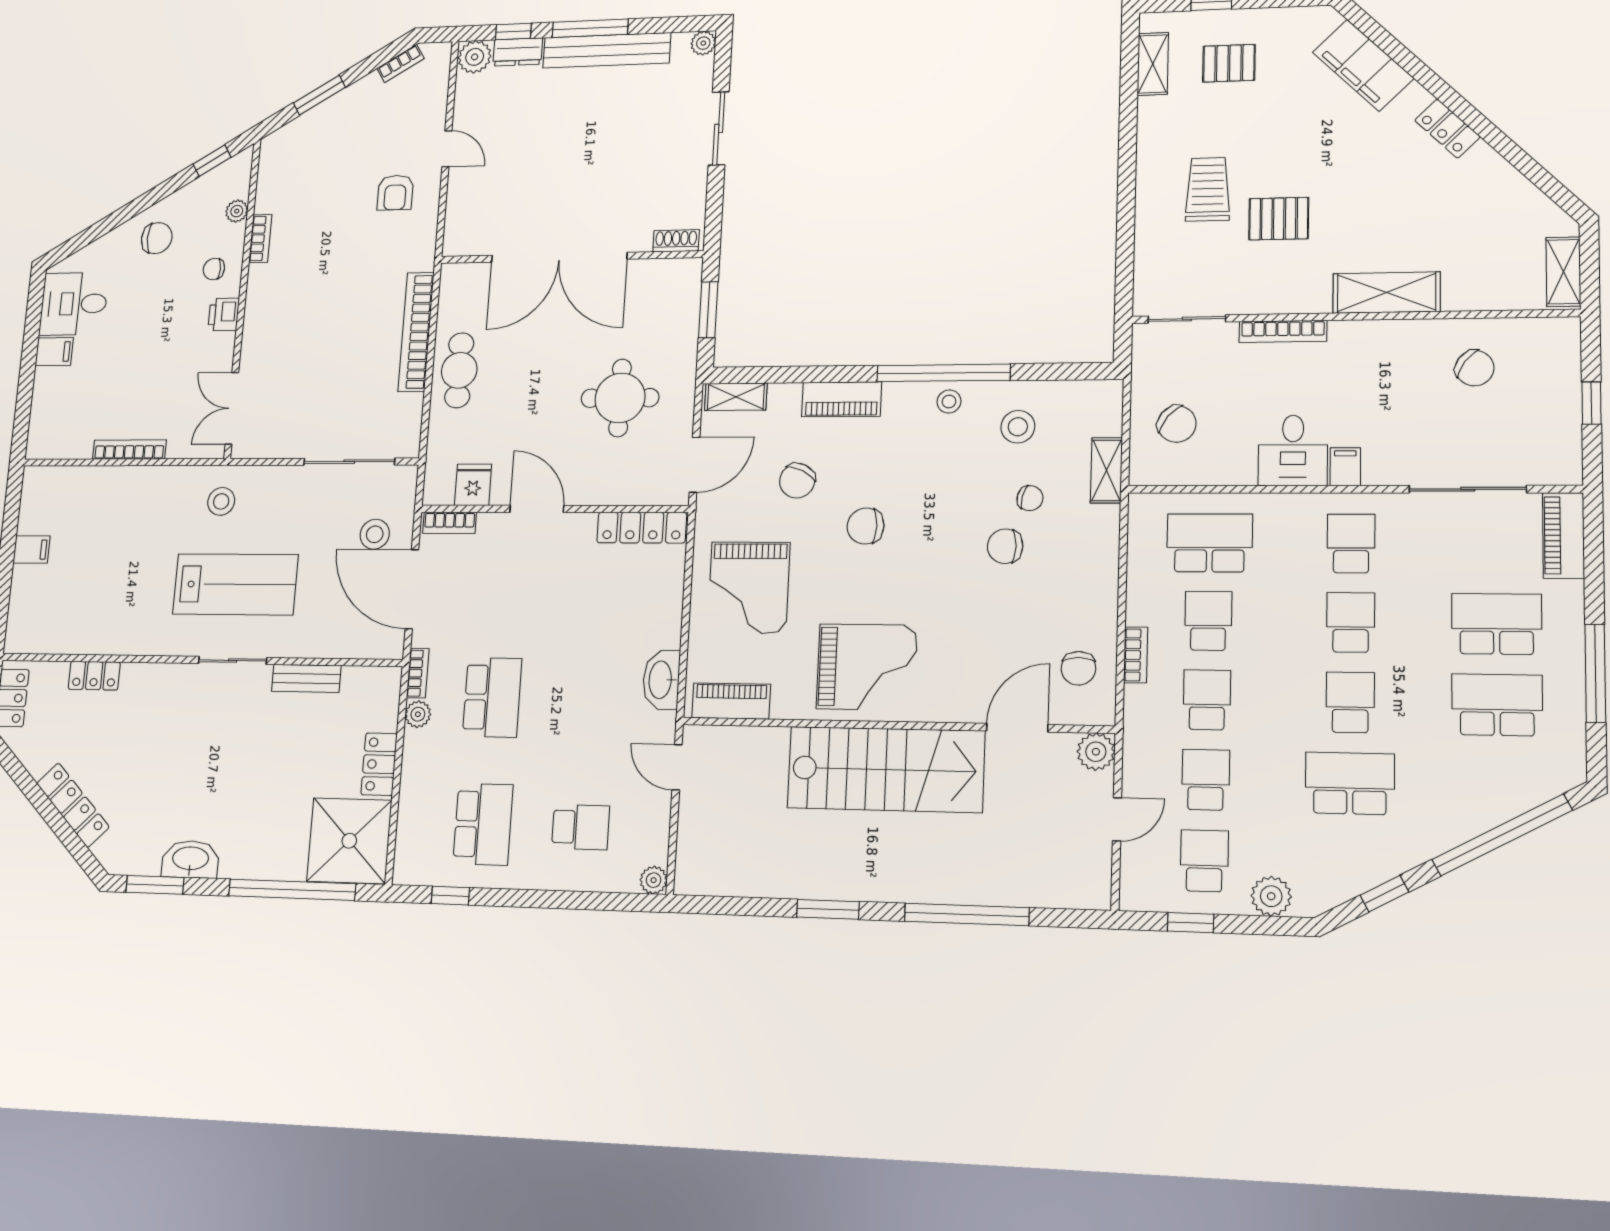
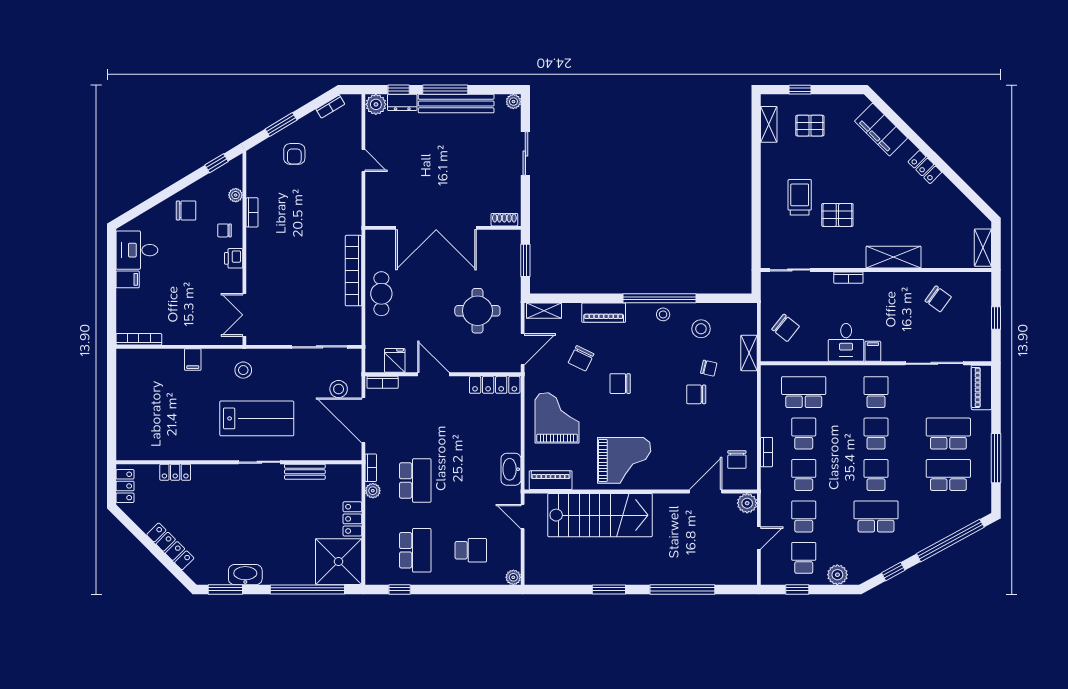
armchair: (395, 193) -> (294, 154), moved
bookcase: (1283, 331) -> (848, 278), width x0.64
bookcase: (129, 450) -> (139, 339), moved
filing cabinet: (32, 549) -> (193, 360), moved, turned 90
grand piano: (749, 588) -> (557, 418), turned 180
stairs: (886, 769) -> (600, 515), moved

